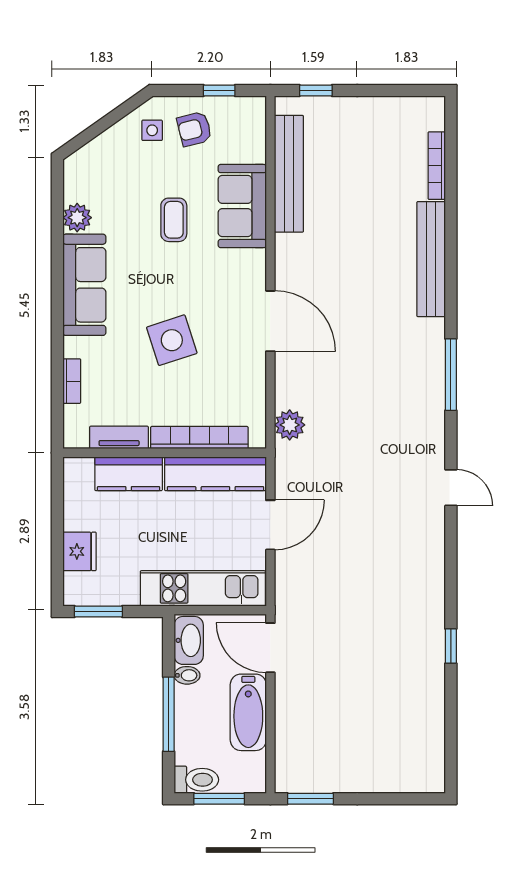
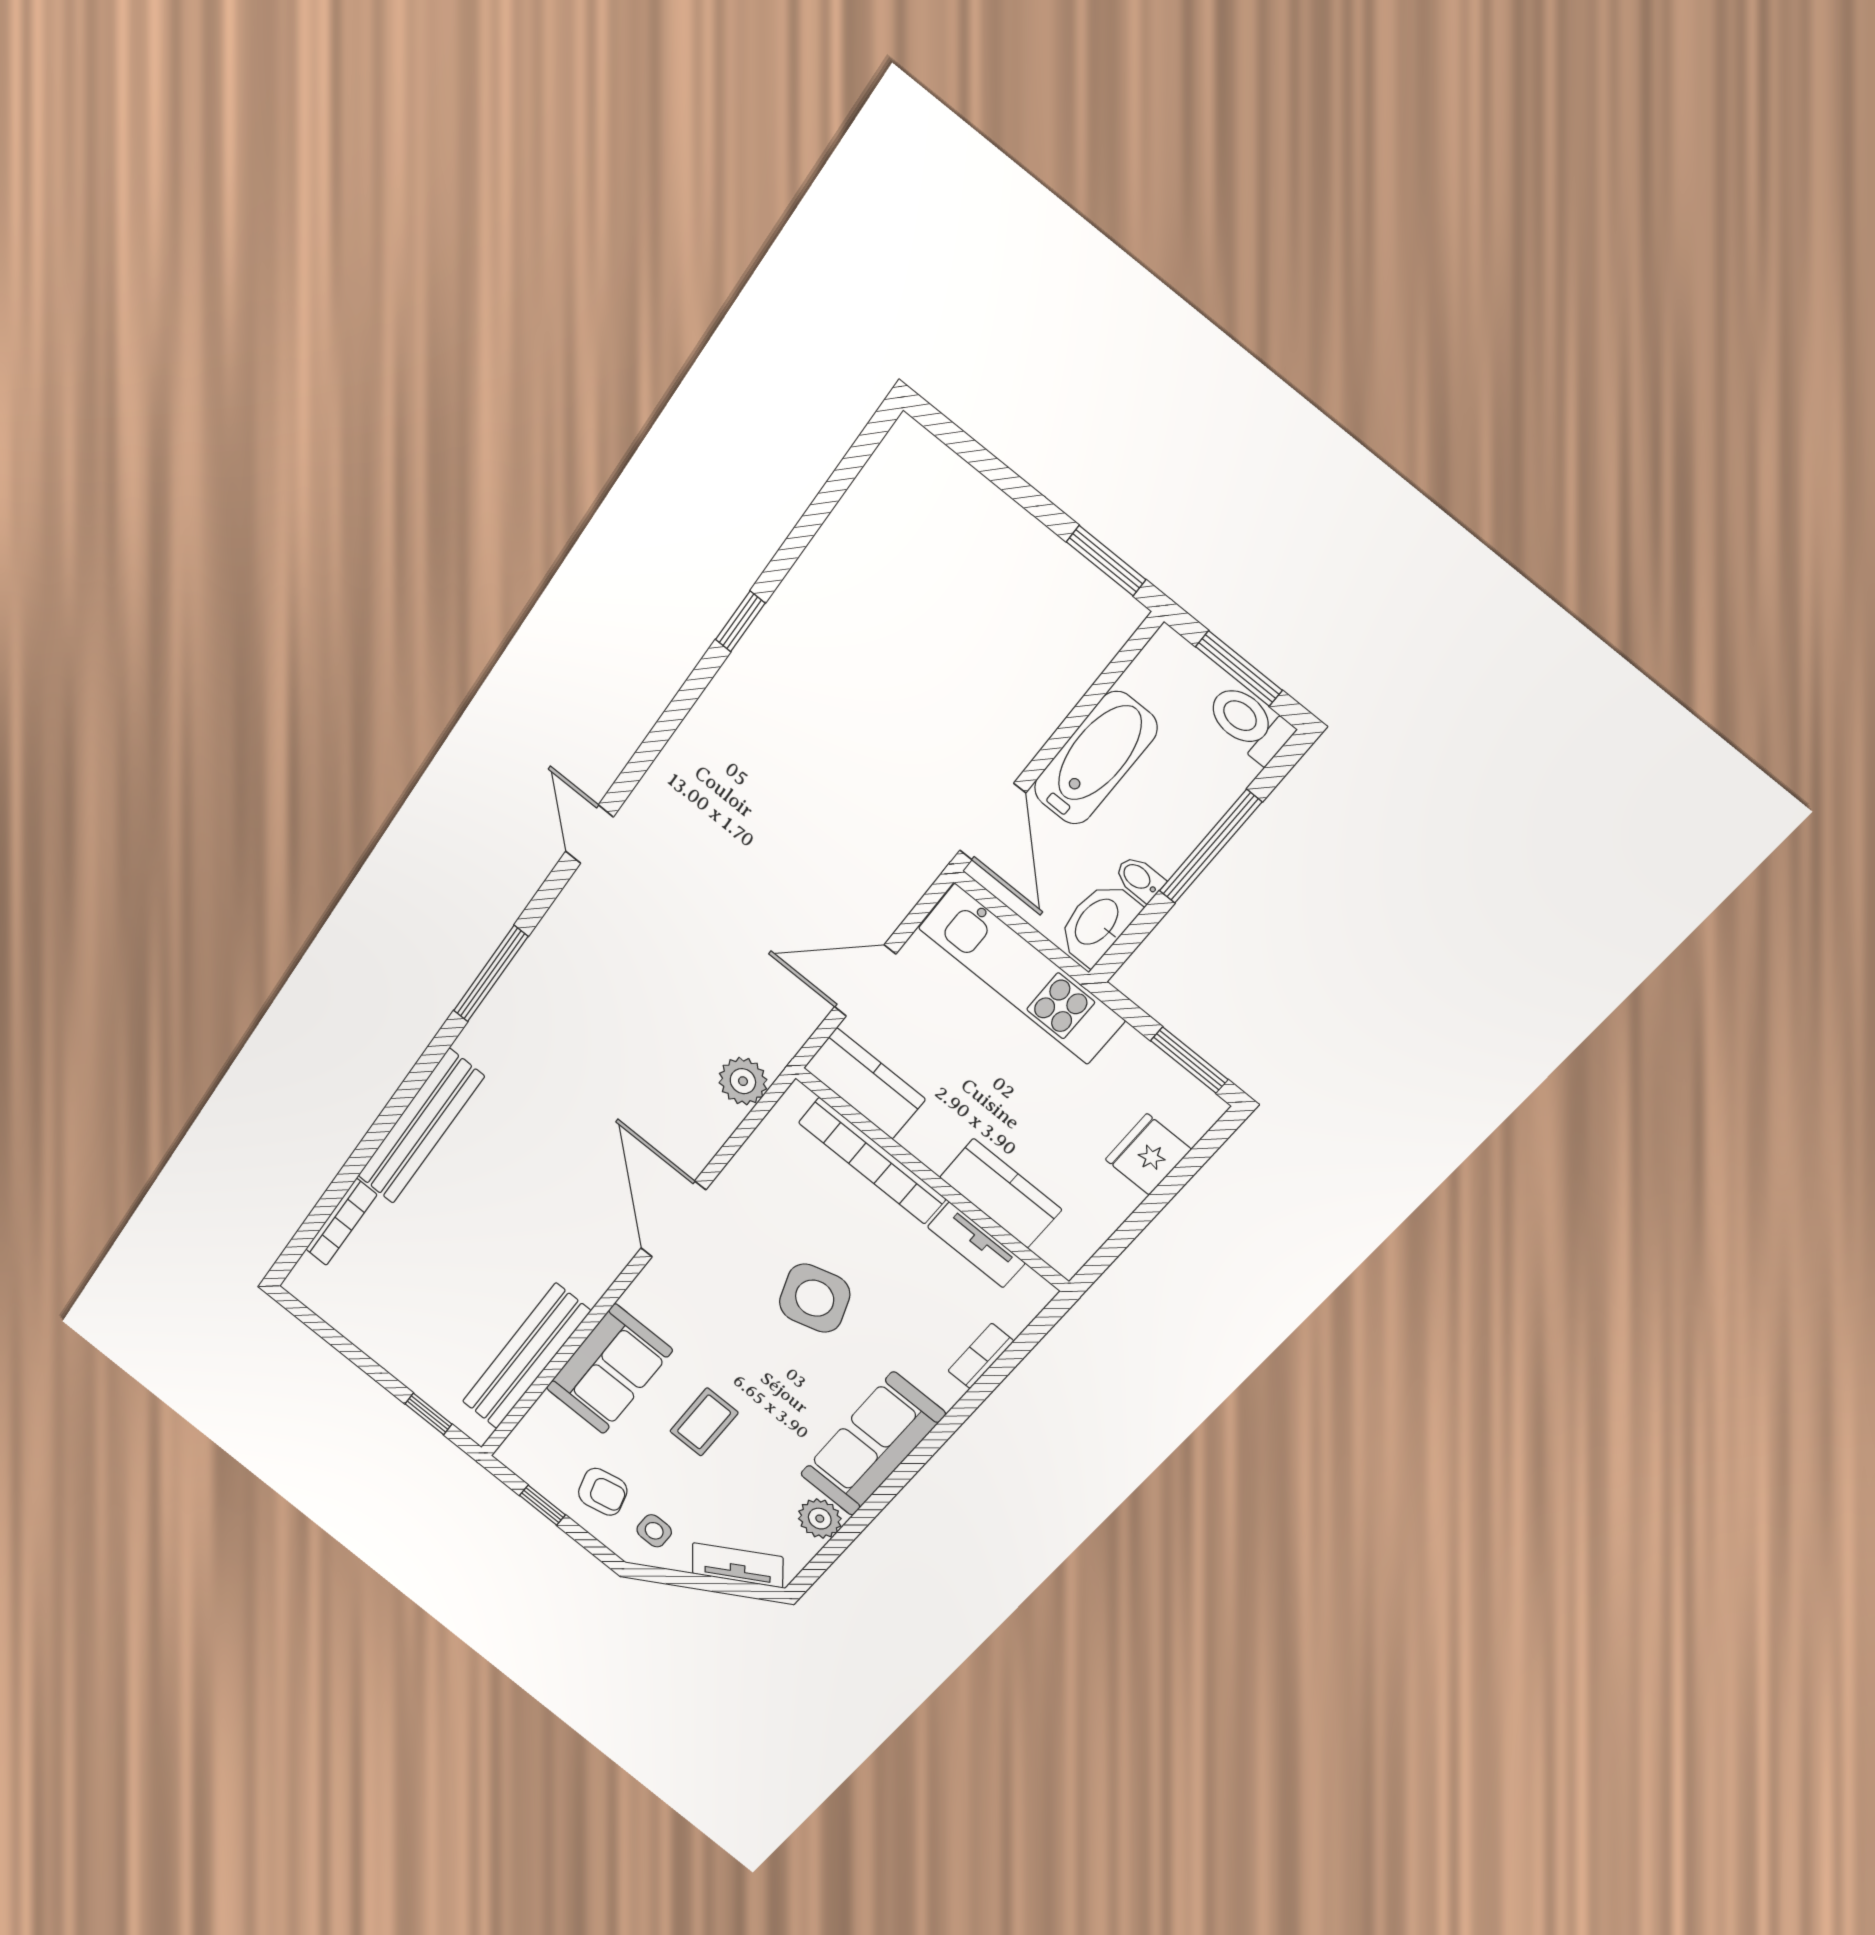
tv unit: (96, 150) -> (738, 1565), added
kitchen counter: (215, 474) -> (864, 1084), width x0.67

